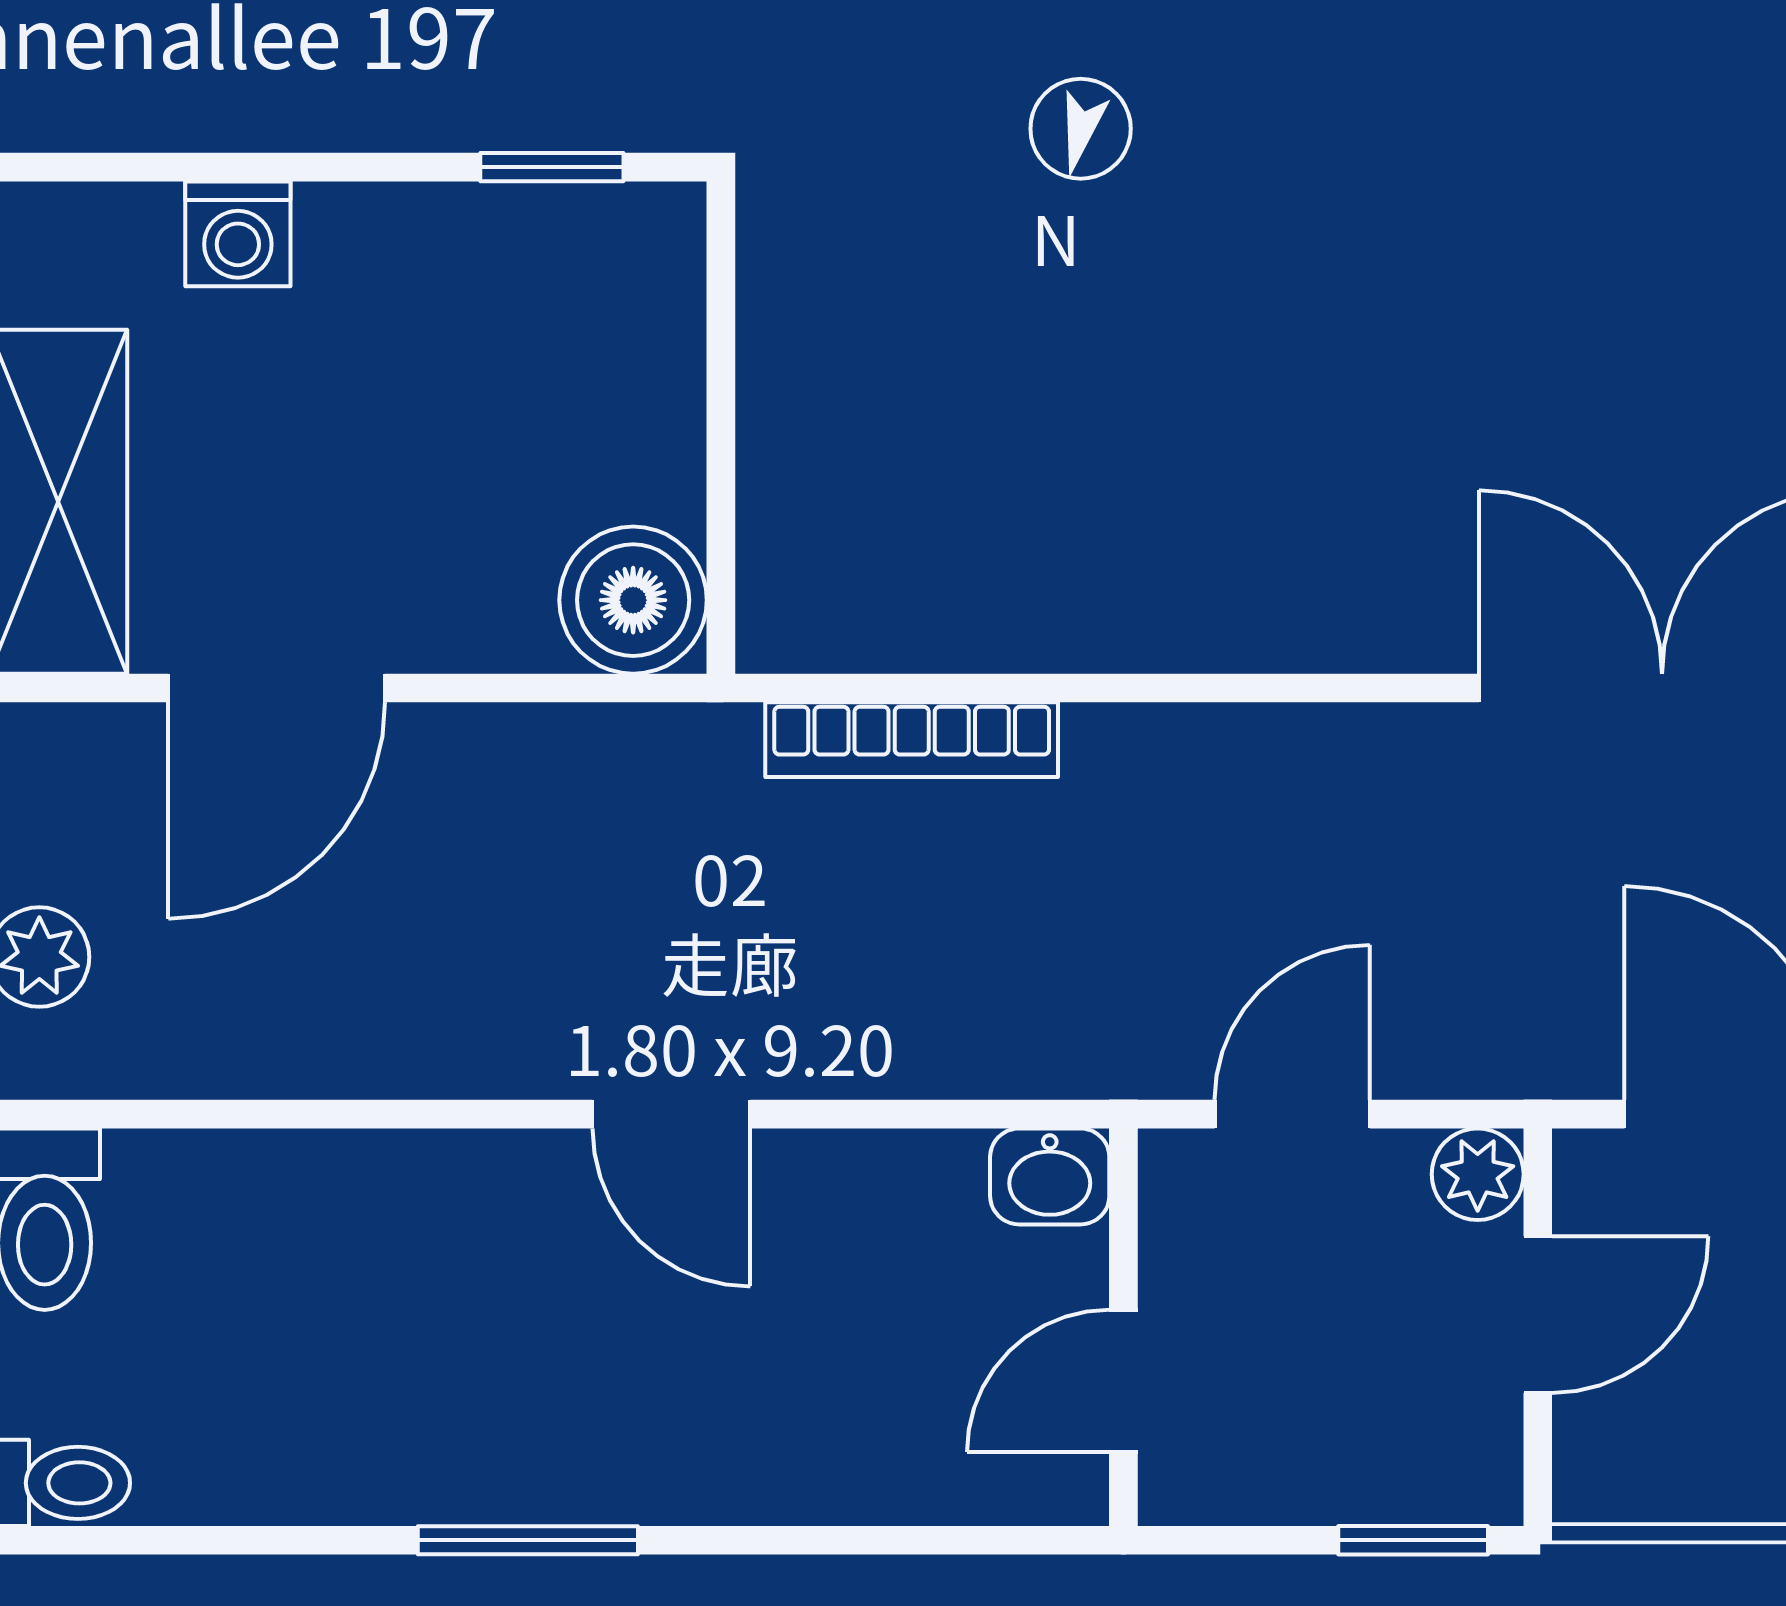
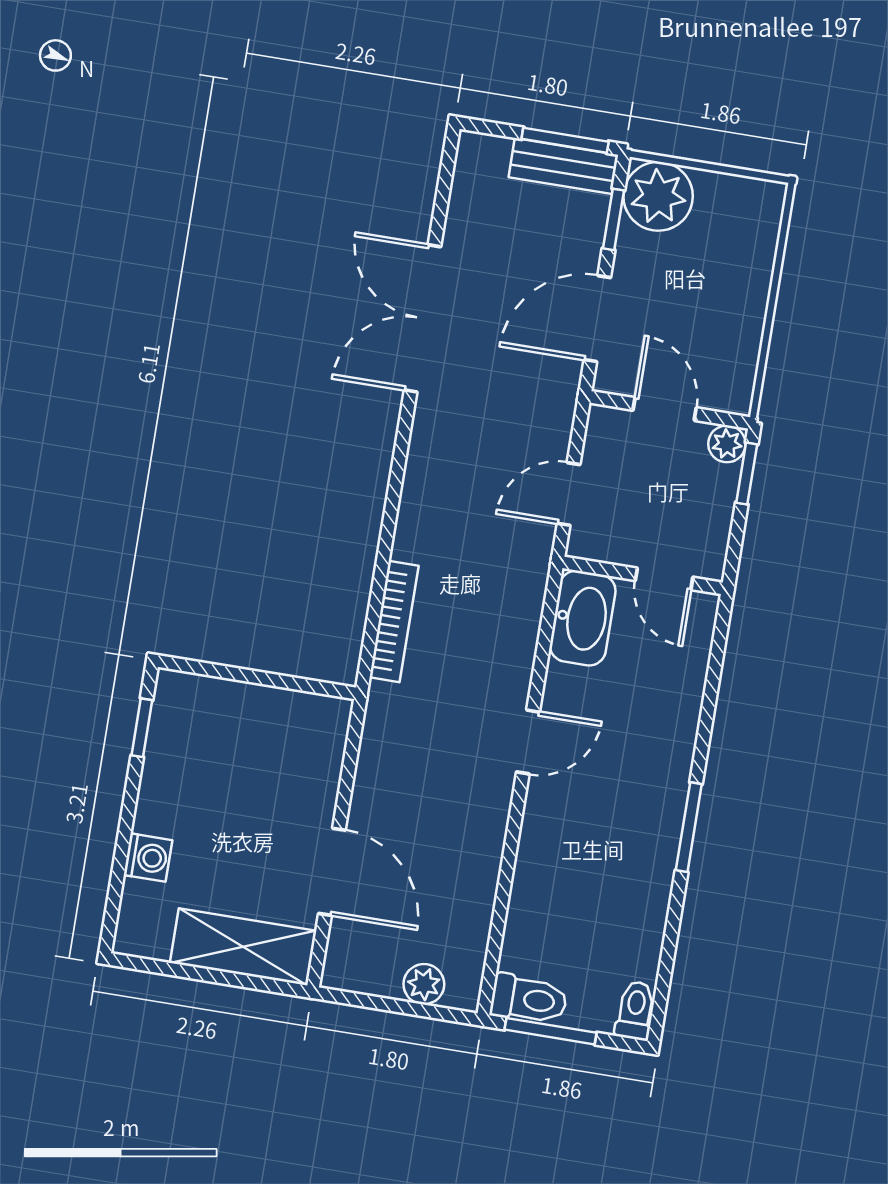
boiler: (633, 600) -> (320, 724), removed
door: (1292, 1114) -> (569, 494), hinge flipped
plant: (1478, 1174) -> (727, 444), moved
washbasin: (1050, 1176) -> (583, 618), width x1.91, depth x1.45

